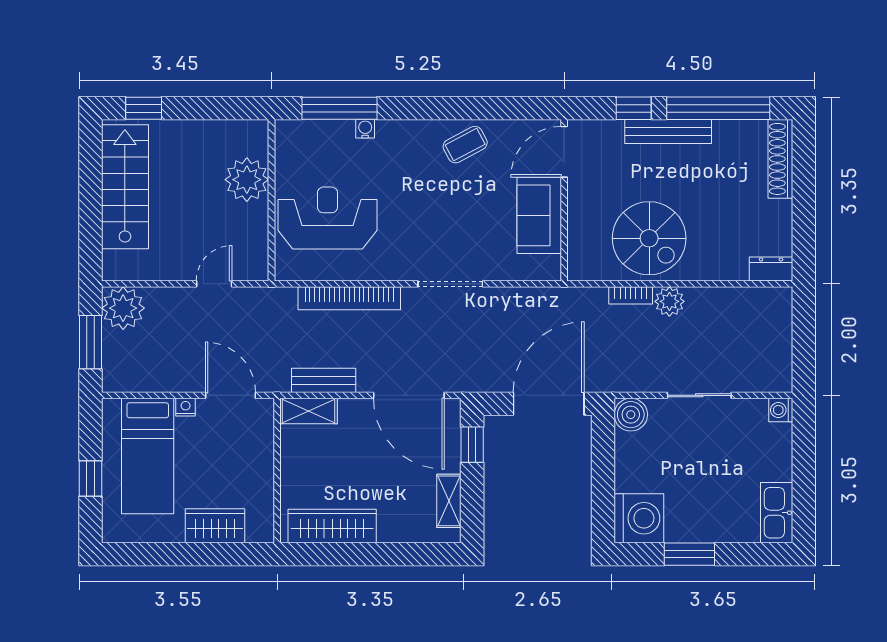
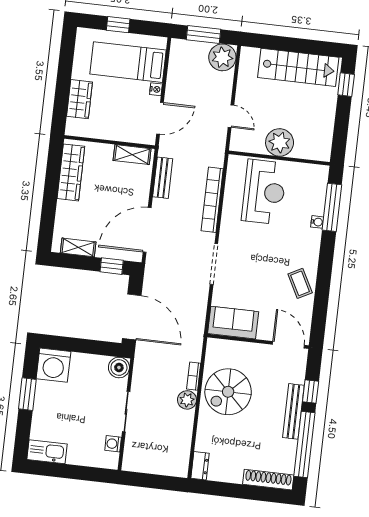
plant: (247, 180) -> (280, 142), moved
sofa: (539, 215) -> (233, 323), moved
washing machine: (781, 410) -> (113, 444), moved, turned -90
shelving: (309, 411) -> (132, 155), moved, turned 90

